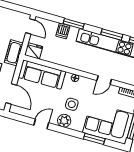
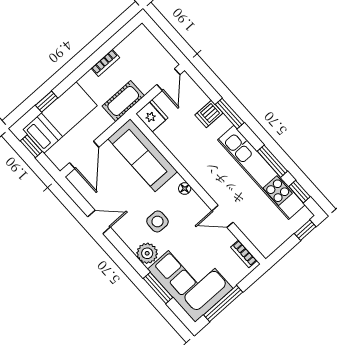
plant: (64, 121) -> (147, 253), moved

